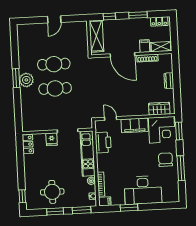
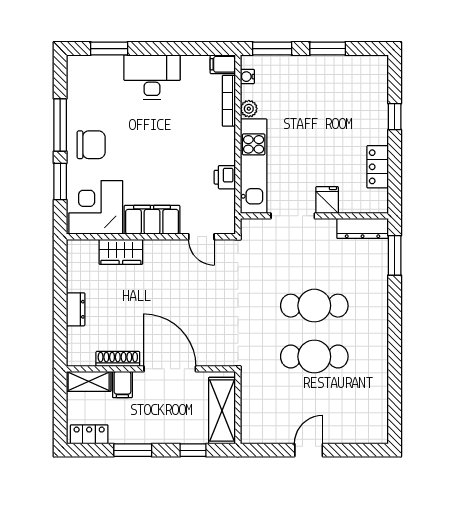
window: (16, 78) -> (395, 255), moved
plant: (26, 80) -> (373, 327), removed
wardrobe: (159, 109) -> (121, 252), moved
dresser: (34, 126) -> (363, 228), added
window: (179, 131) -> (60, 181), moved
printer: (103, 143) -> (225, 177), width x0.53, depth x0.68
locker: (28, 144) -> (378, 167), moved
chair: (166, 160) -> (91, 145), turned -90
desk: (143, 190) -> (152, 77), width x0.73, depth x0.77
round table: (52, 192) -> (332, 90), removed
window: (22, 196) -> (395, 117), moved
window: (129, 208) -> (109, 49), moved

